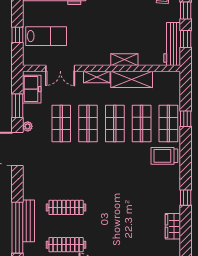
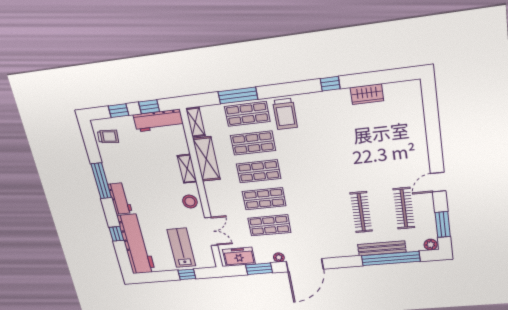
stool: (92, 55) -> (190, 202), added
shelving: (97, 77) -> (195, 122), moved
window: (186, 119) -> (238, 95), width x2.17

